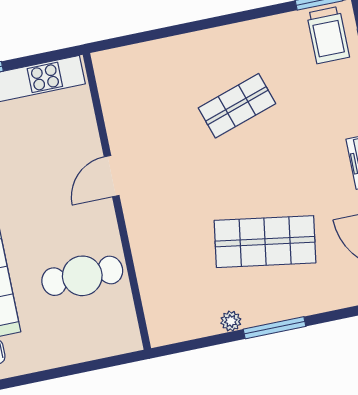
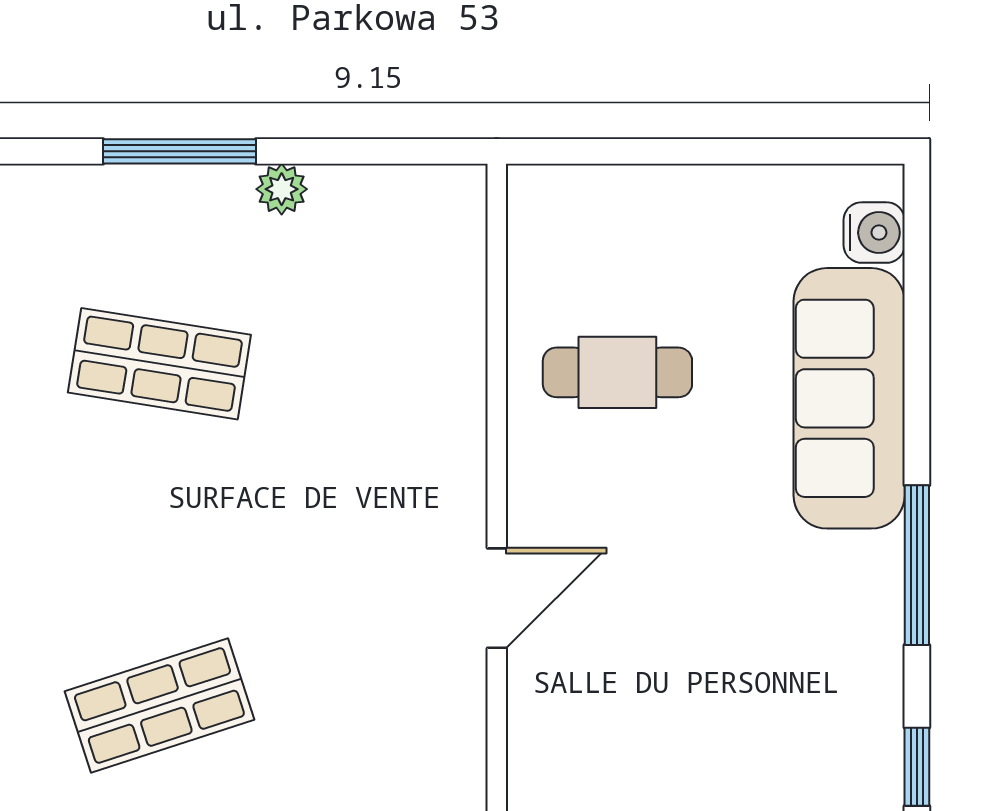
shop shelf: (265, 242) -> (159, 364), width x0.70, depth x0.74
cafe table: (82, 276) -> (617, 372), width x0.73, depth x0.74

